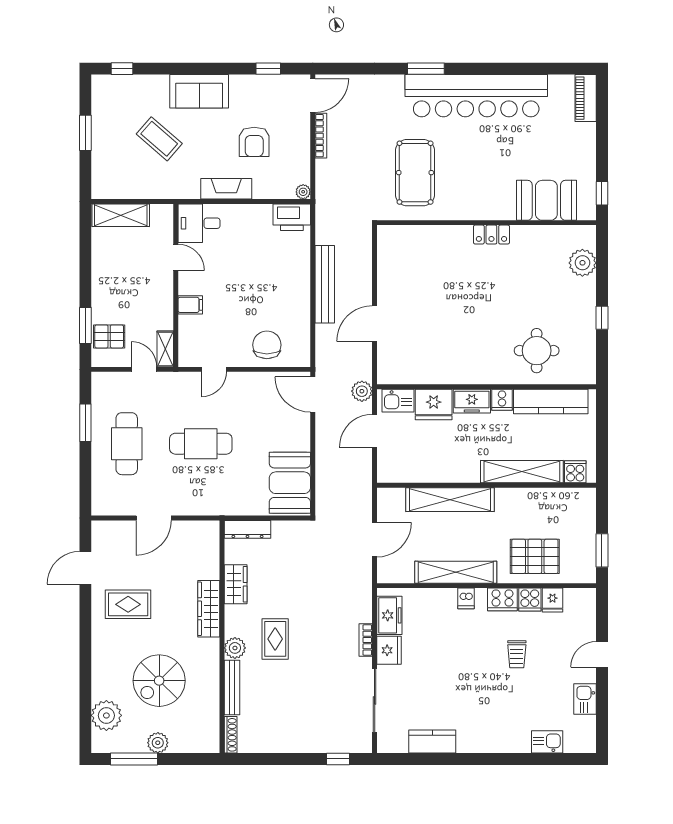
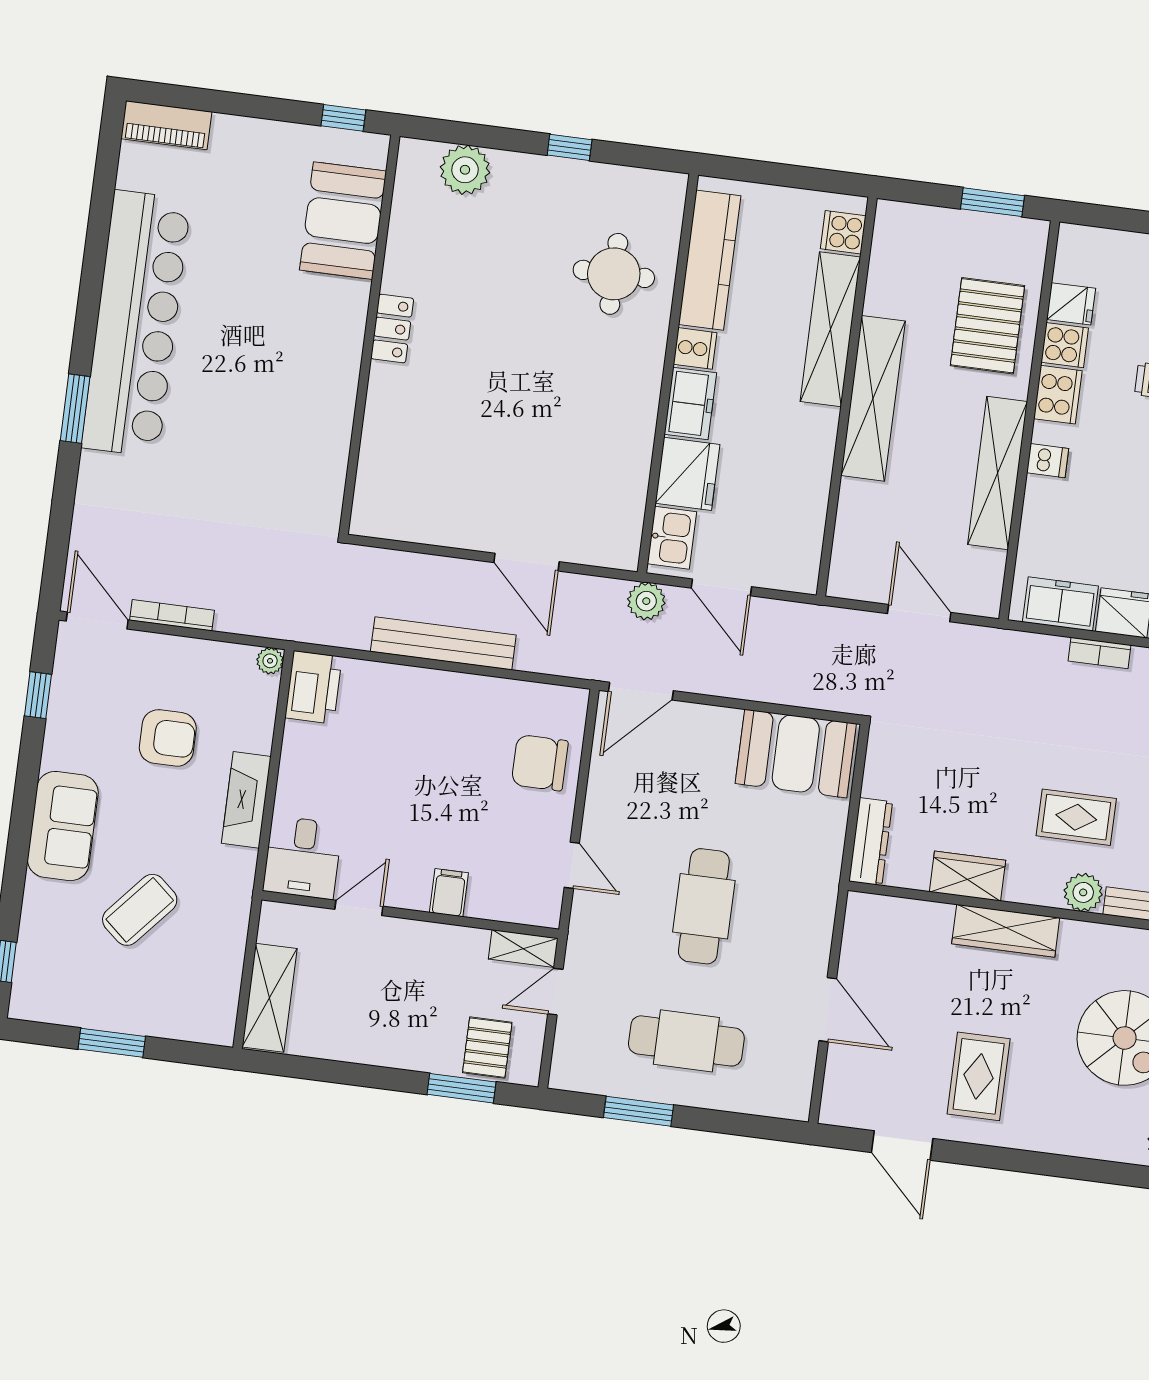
pool table: (415, 173) -> (262, 453), removed
shelving: (450, 500) -> (873, 398), moved

